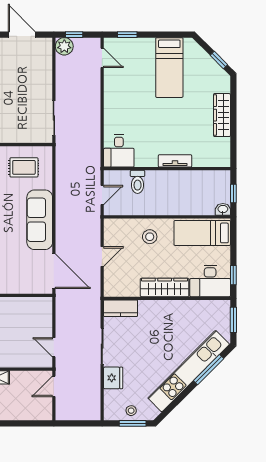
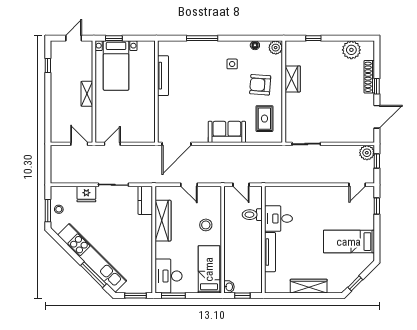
desk: (119, 151) -> (278, 219), moved
tv unit: (175, 161) -> (270, 252), width x1.41
sofa: (40, 220) -> (227, 132), width x0.73
window: (233, 275) -> (173, 296), width x1.50
wardrobe: (165, 287) -> (163, 221), moved

